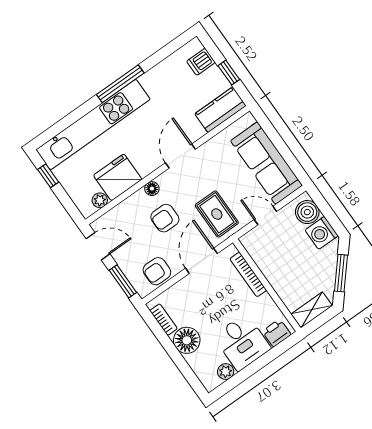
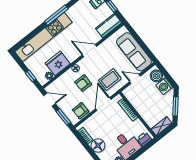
door: (180, 156) -> (89, 51), hinge flipped
window: (48, 176) -> (31, 76), moved
rug: (217, 214) -> (110, 80), turned 90

